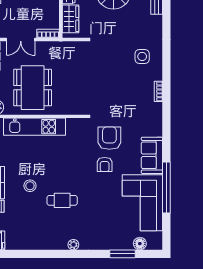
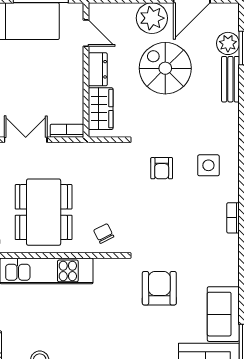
double door: (21, 40) -> (26, 140), swing flipped
chair: (73, 102) -> (104, 234), added
armchair: (105, 165) -> (162, 168), moved

